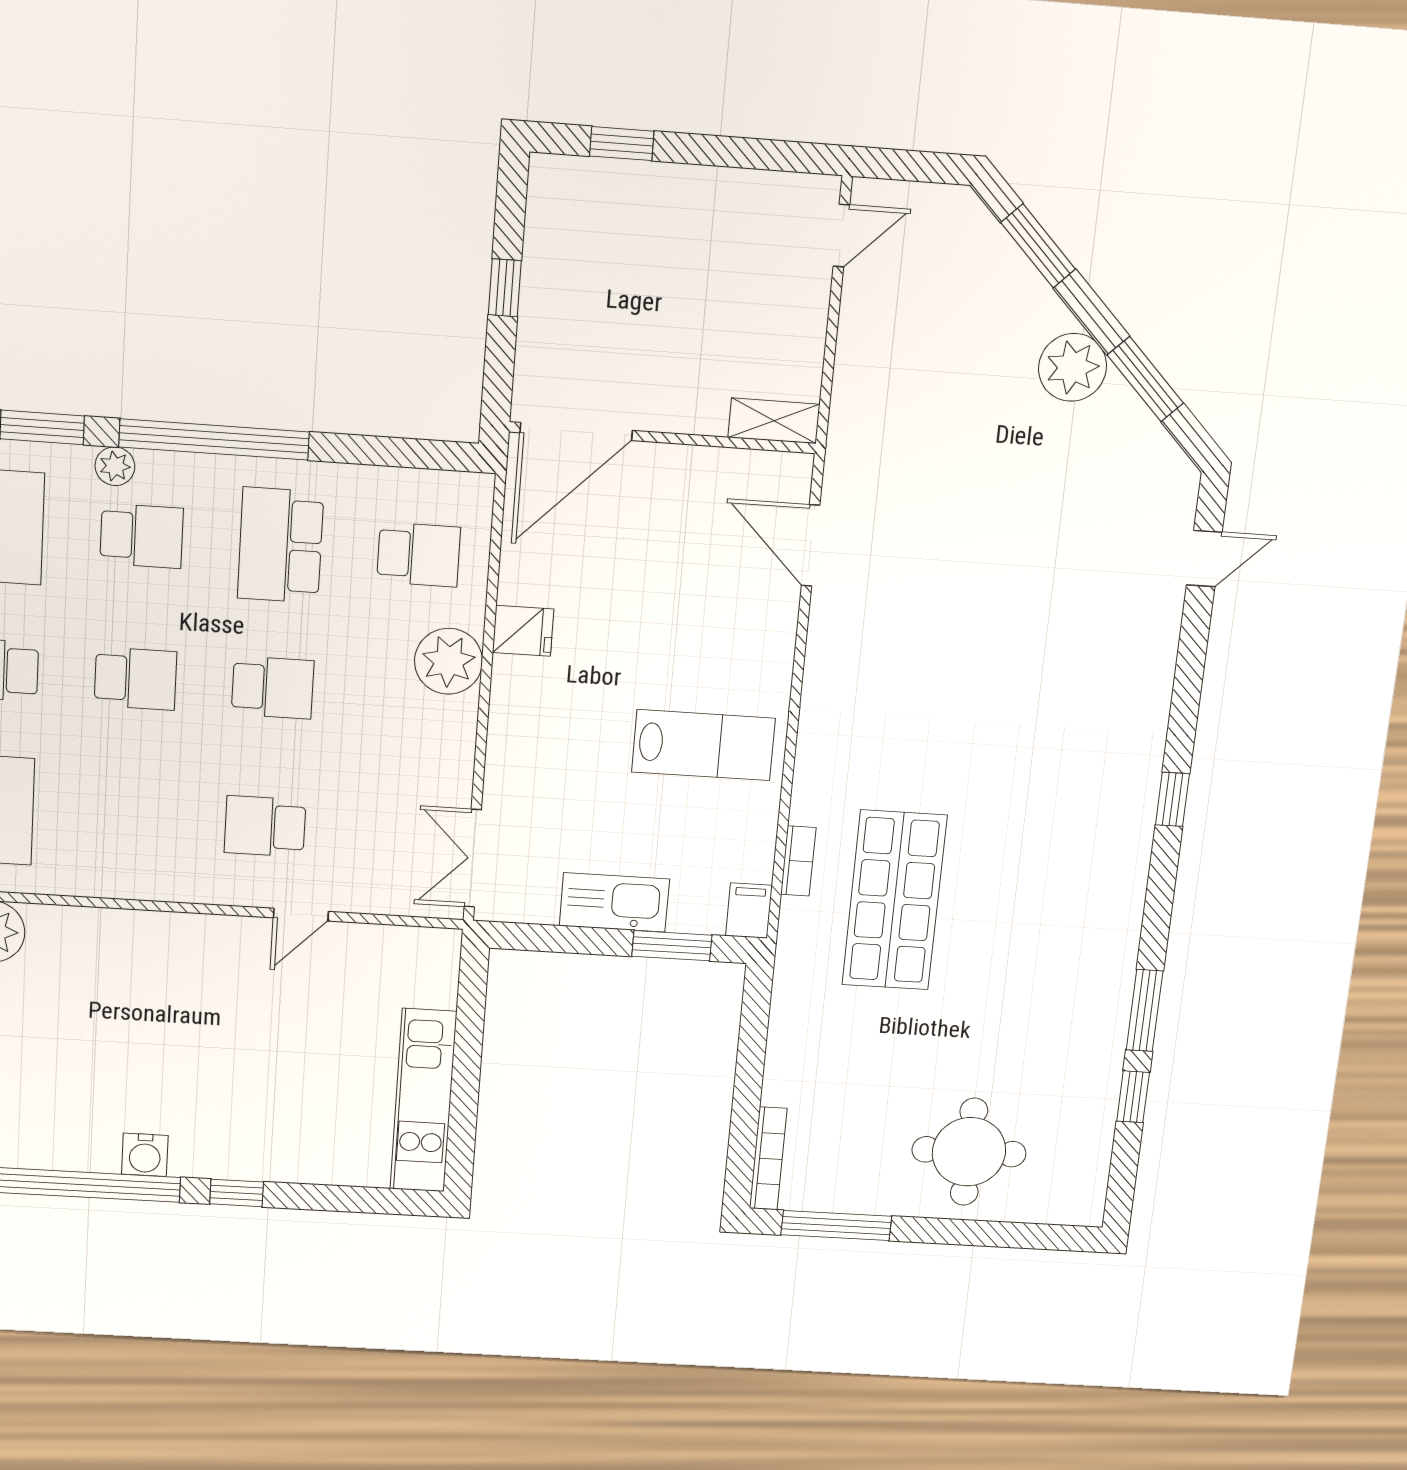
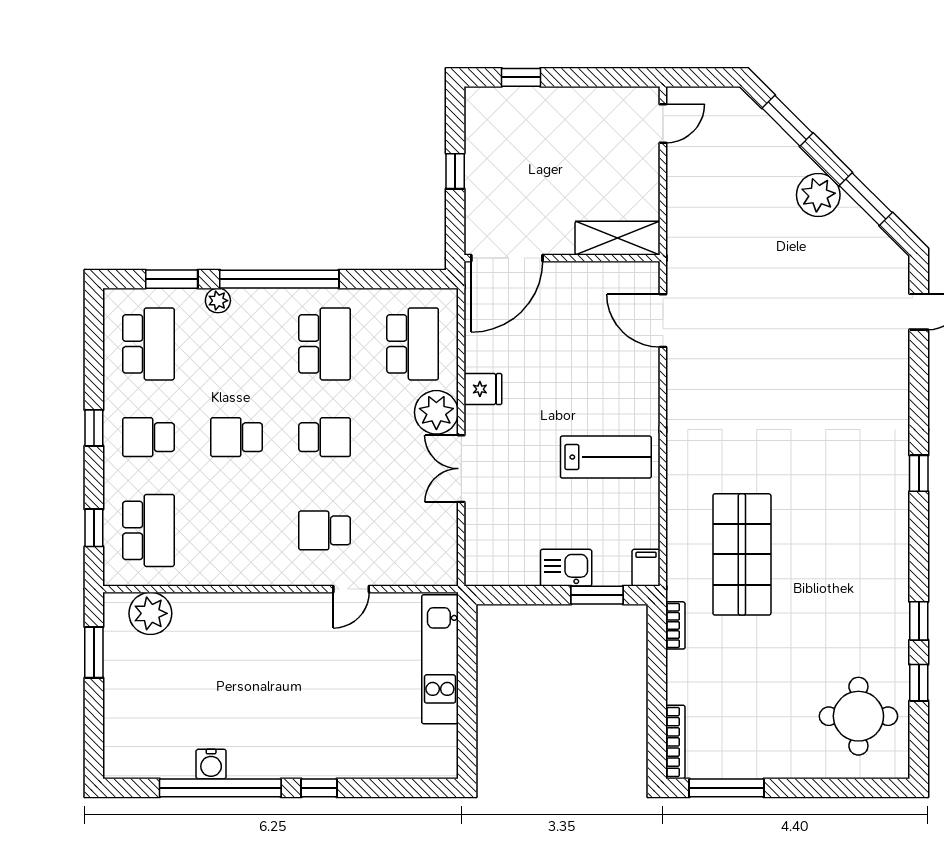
shelving: (774, 421) -> (618, 238), width x1.50, depth x1.33
school desk: (142, 536) -> (237, 344), removed
school desk: (281, 545) -> (325, 344), turned 180
school desk: (419, 555) -> (413, 344), width x1.85
school desk: (135, 679) -> (237, 437), turned 180
double door: (473, 858) -> (461, 469), moved
bookcase: (798, 861) -> (675, 625), moved
kitchen sink: (614, 902) -> (566, 568), width x0.73
window: (1144, 1010) -> (919, 621), width x0.67
kitchen unit: (423, 1101) -> (440, 659), moved
round table: (969, 1152) -> (858, 716), moved
water cooler: (145, 1155) -> (211, 764), moved

